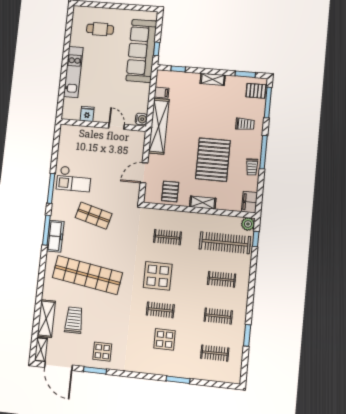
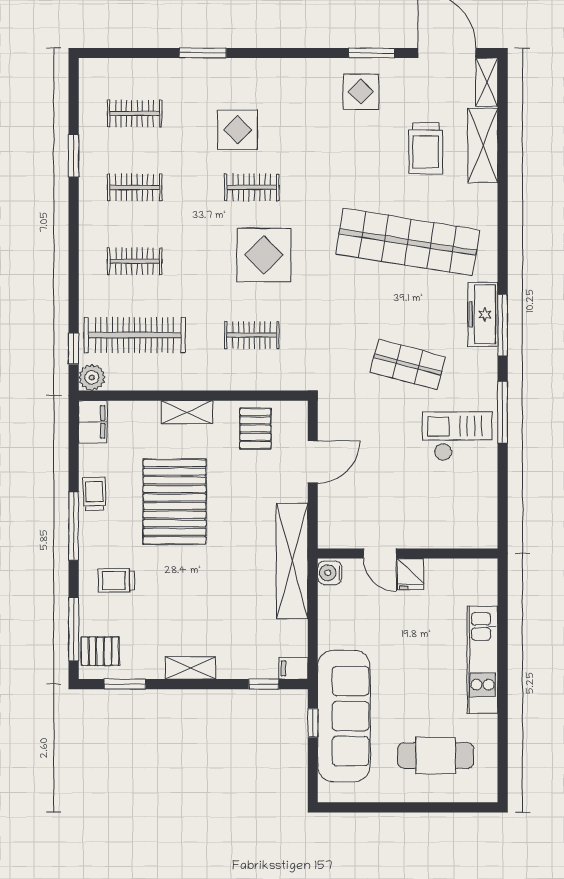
cafe table: (100, 29) -> (436, 756), width x1.37, depth x1.35
filing cabinet: (161, 93) -> (293, 668), moved
fridge: (87, 114) -> (410, 574), moved

